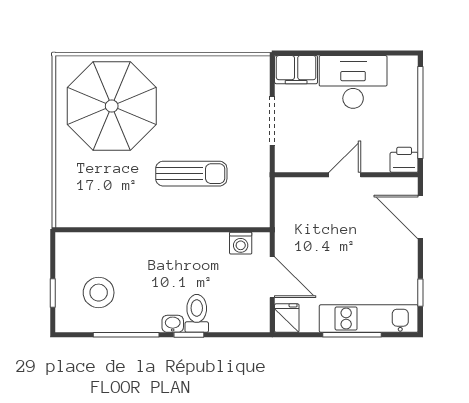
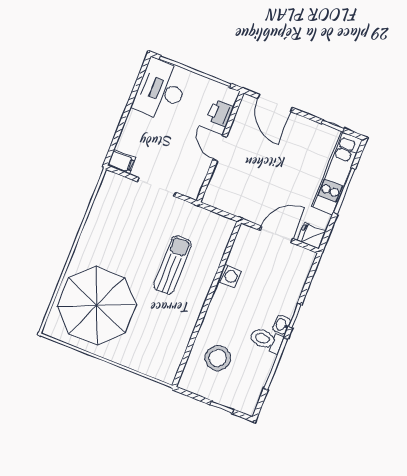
filing cabinet: (296, 70) -> (121, 162), width x0.50
desk: (353, 82) -> (161, 90), moved
printer: (404, 160) -> (220, 113), moved
door: (420, 217) -> (275, 103), hinge flipped
washing machine: (241, 243) -> (230, 276), moved
stool: (99, 293) -> (218, 358), moved
toilet: (197, 313) -> (266, 340), moved

